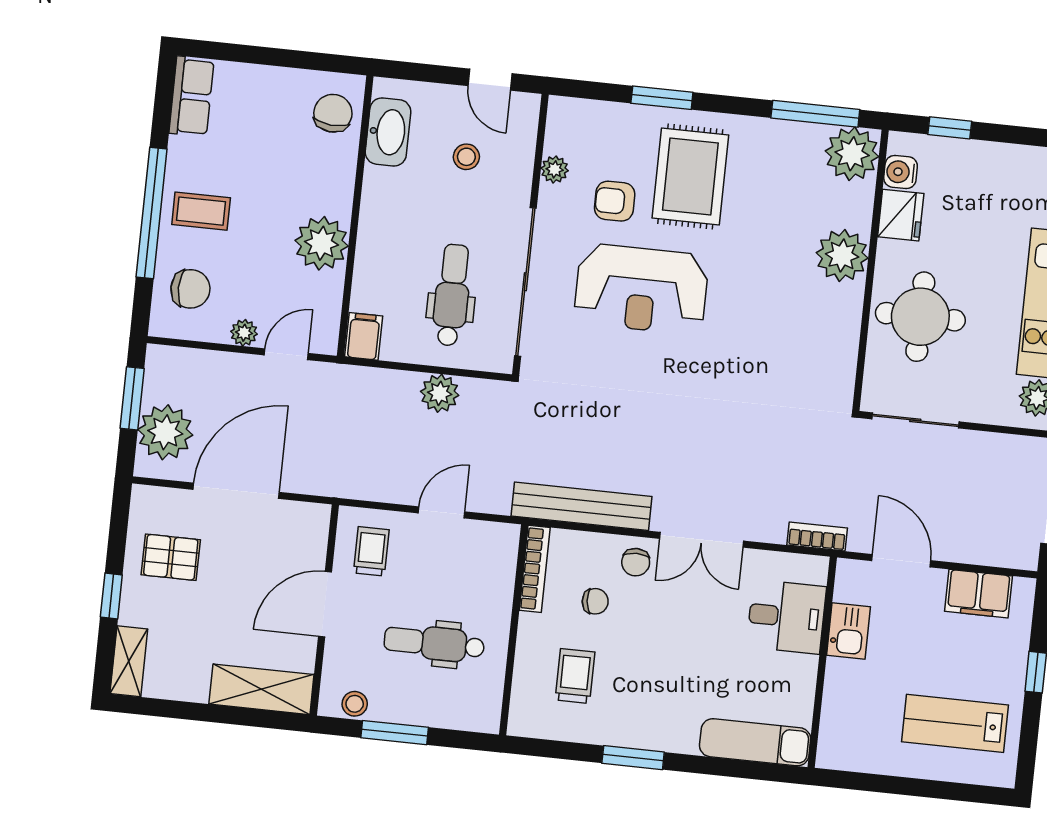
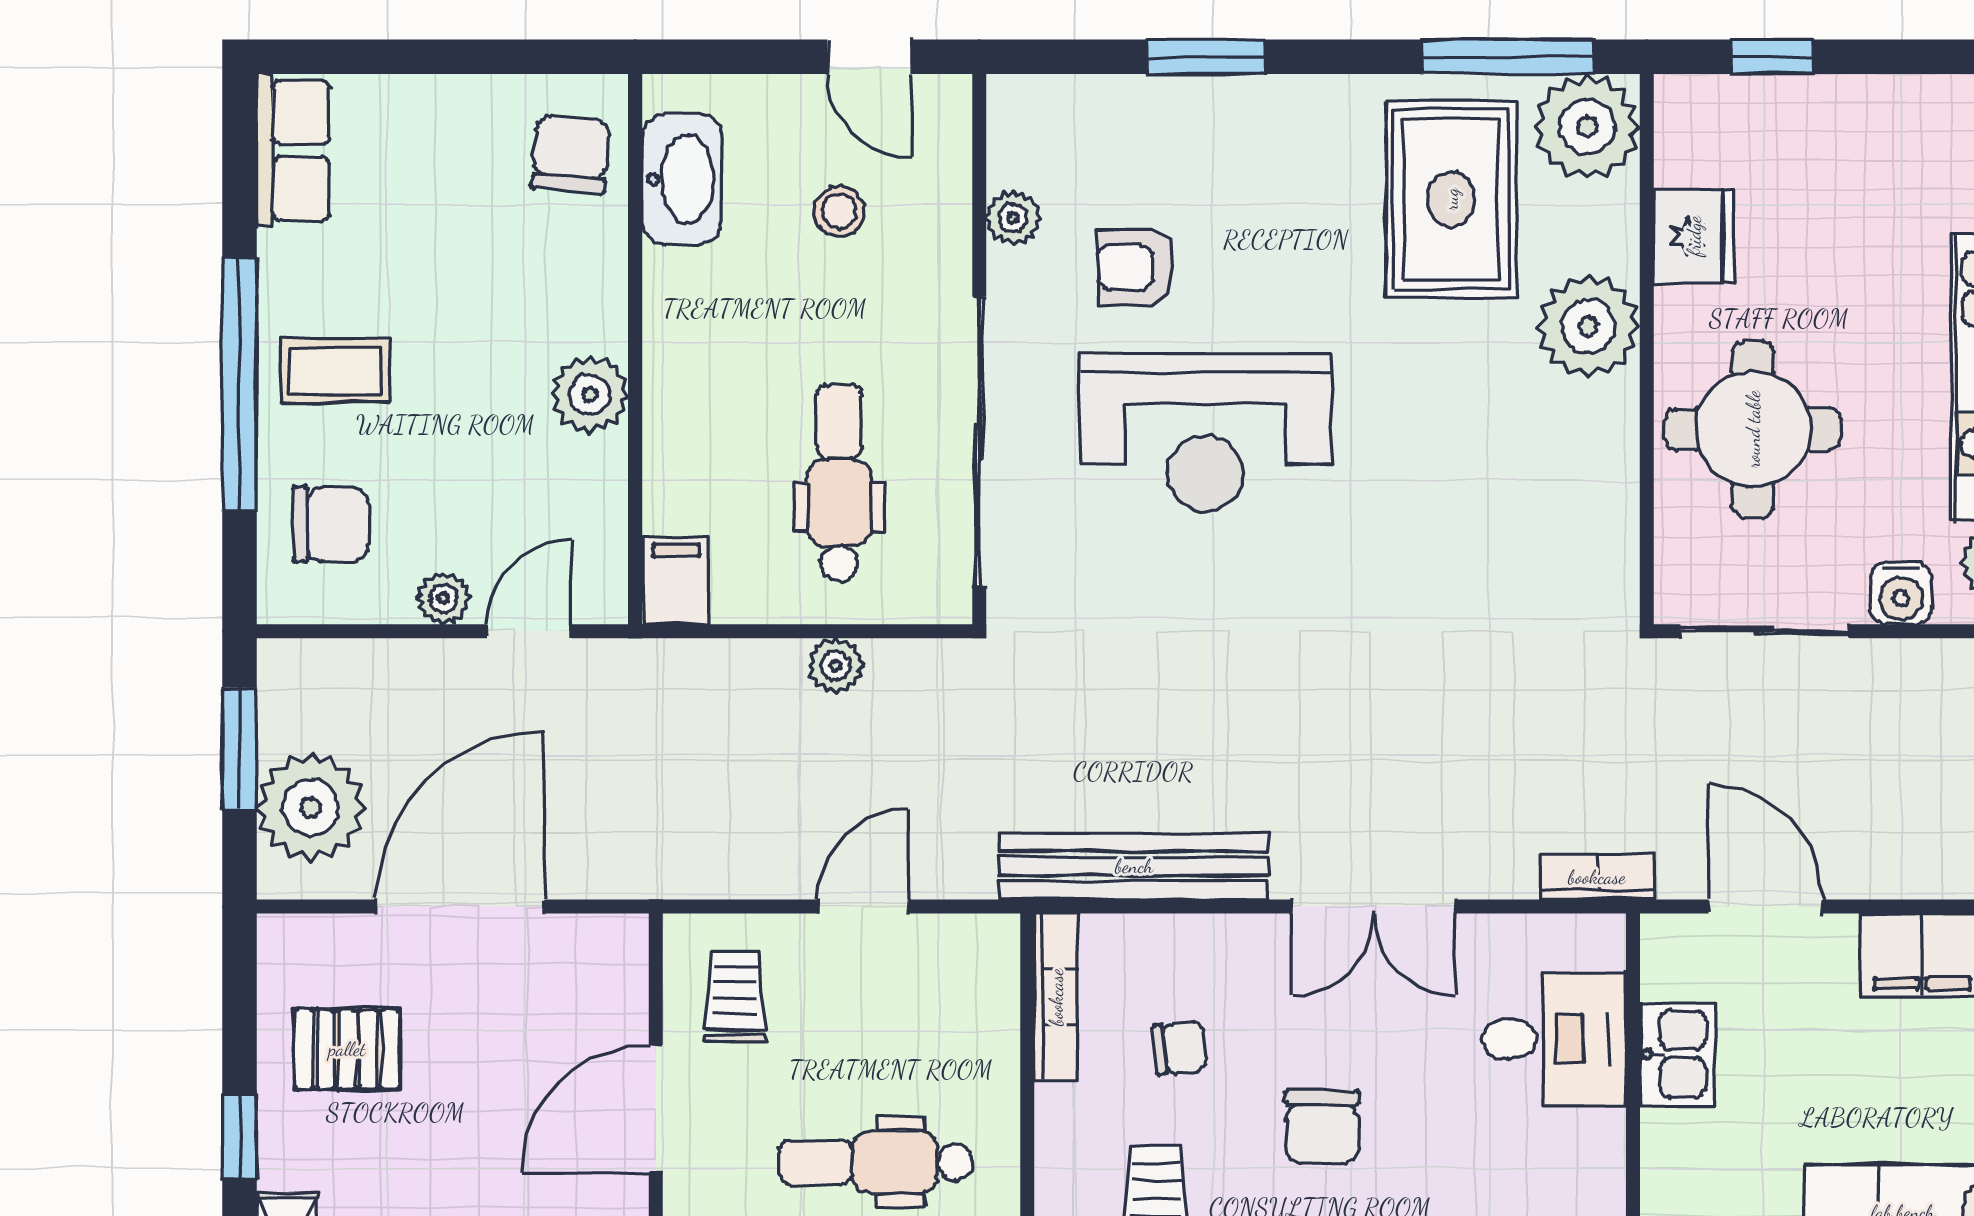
water cooler: (901, 172) -> (1901, 593), moved, turned -90
rug: (690, 177) -> (1451, 199), moved
plant: (322, 243) -> (590, 395), width x0.73, depth x0.73
plant: (440, 393) -> (835, 666), width x0.73, depth x0.73
chair: (636, 562) -> (1322, 1127), moved, width x1.37, depth x1.37

